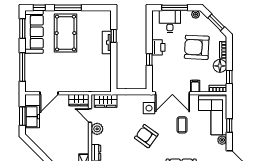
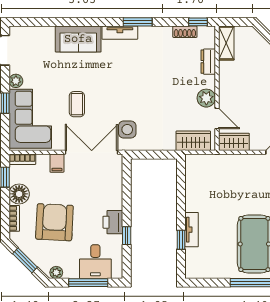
armchair: (197, 47) -> (54, 222), turned -90
window: (149, 60) -> (127, 236), moved
armchair: (146, 136) -> (131, 87), removed

